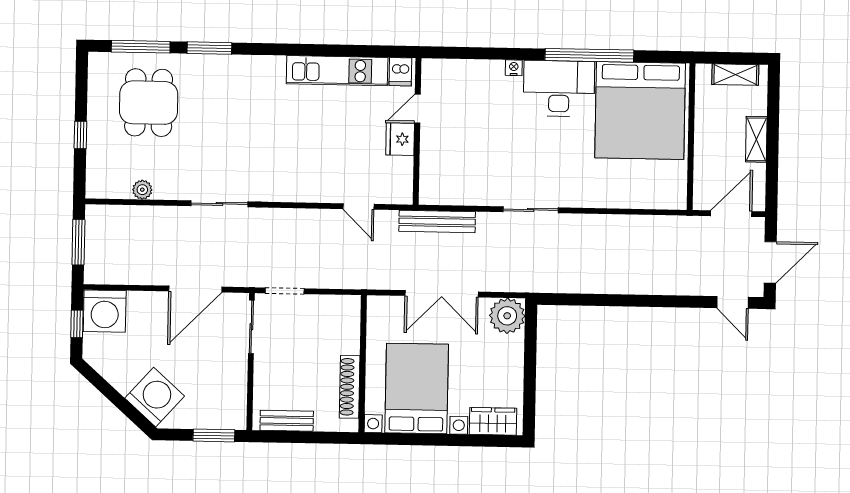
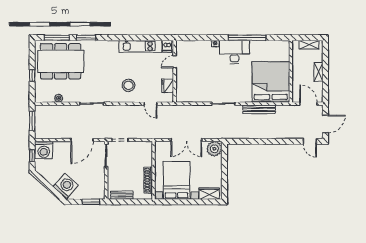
dining table: (149, 103) -> (61, 61), width x1.88, depth x1.24
bed: (640, 111) -> (271, 82), moved, turned 180
fridge: (400, 139) -> (168, 86), moved
stool: (307, 162) -> (128, 85), added
door: (731, 214) -> (308, 104), hinge flipped
bench: (437, 221) -> (259, 109), moved

